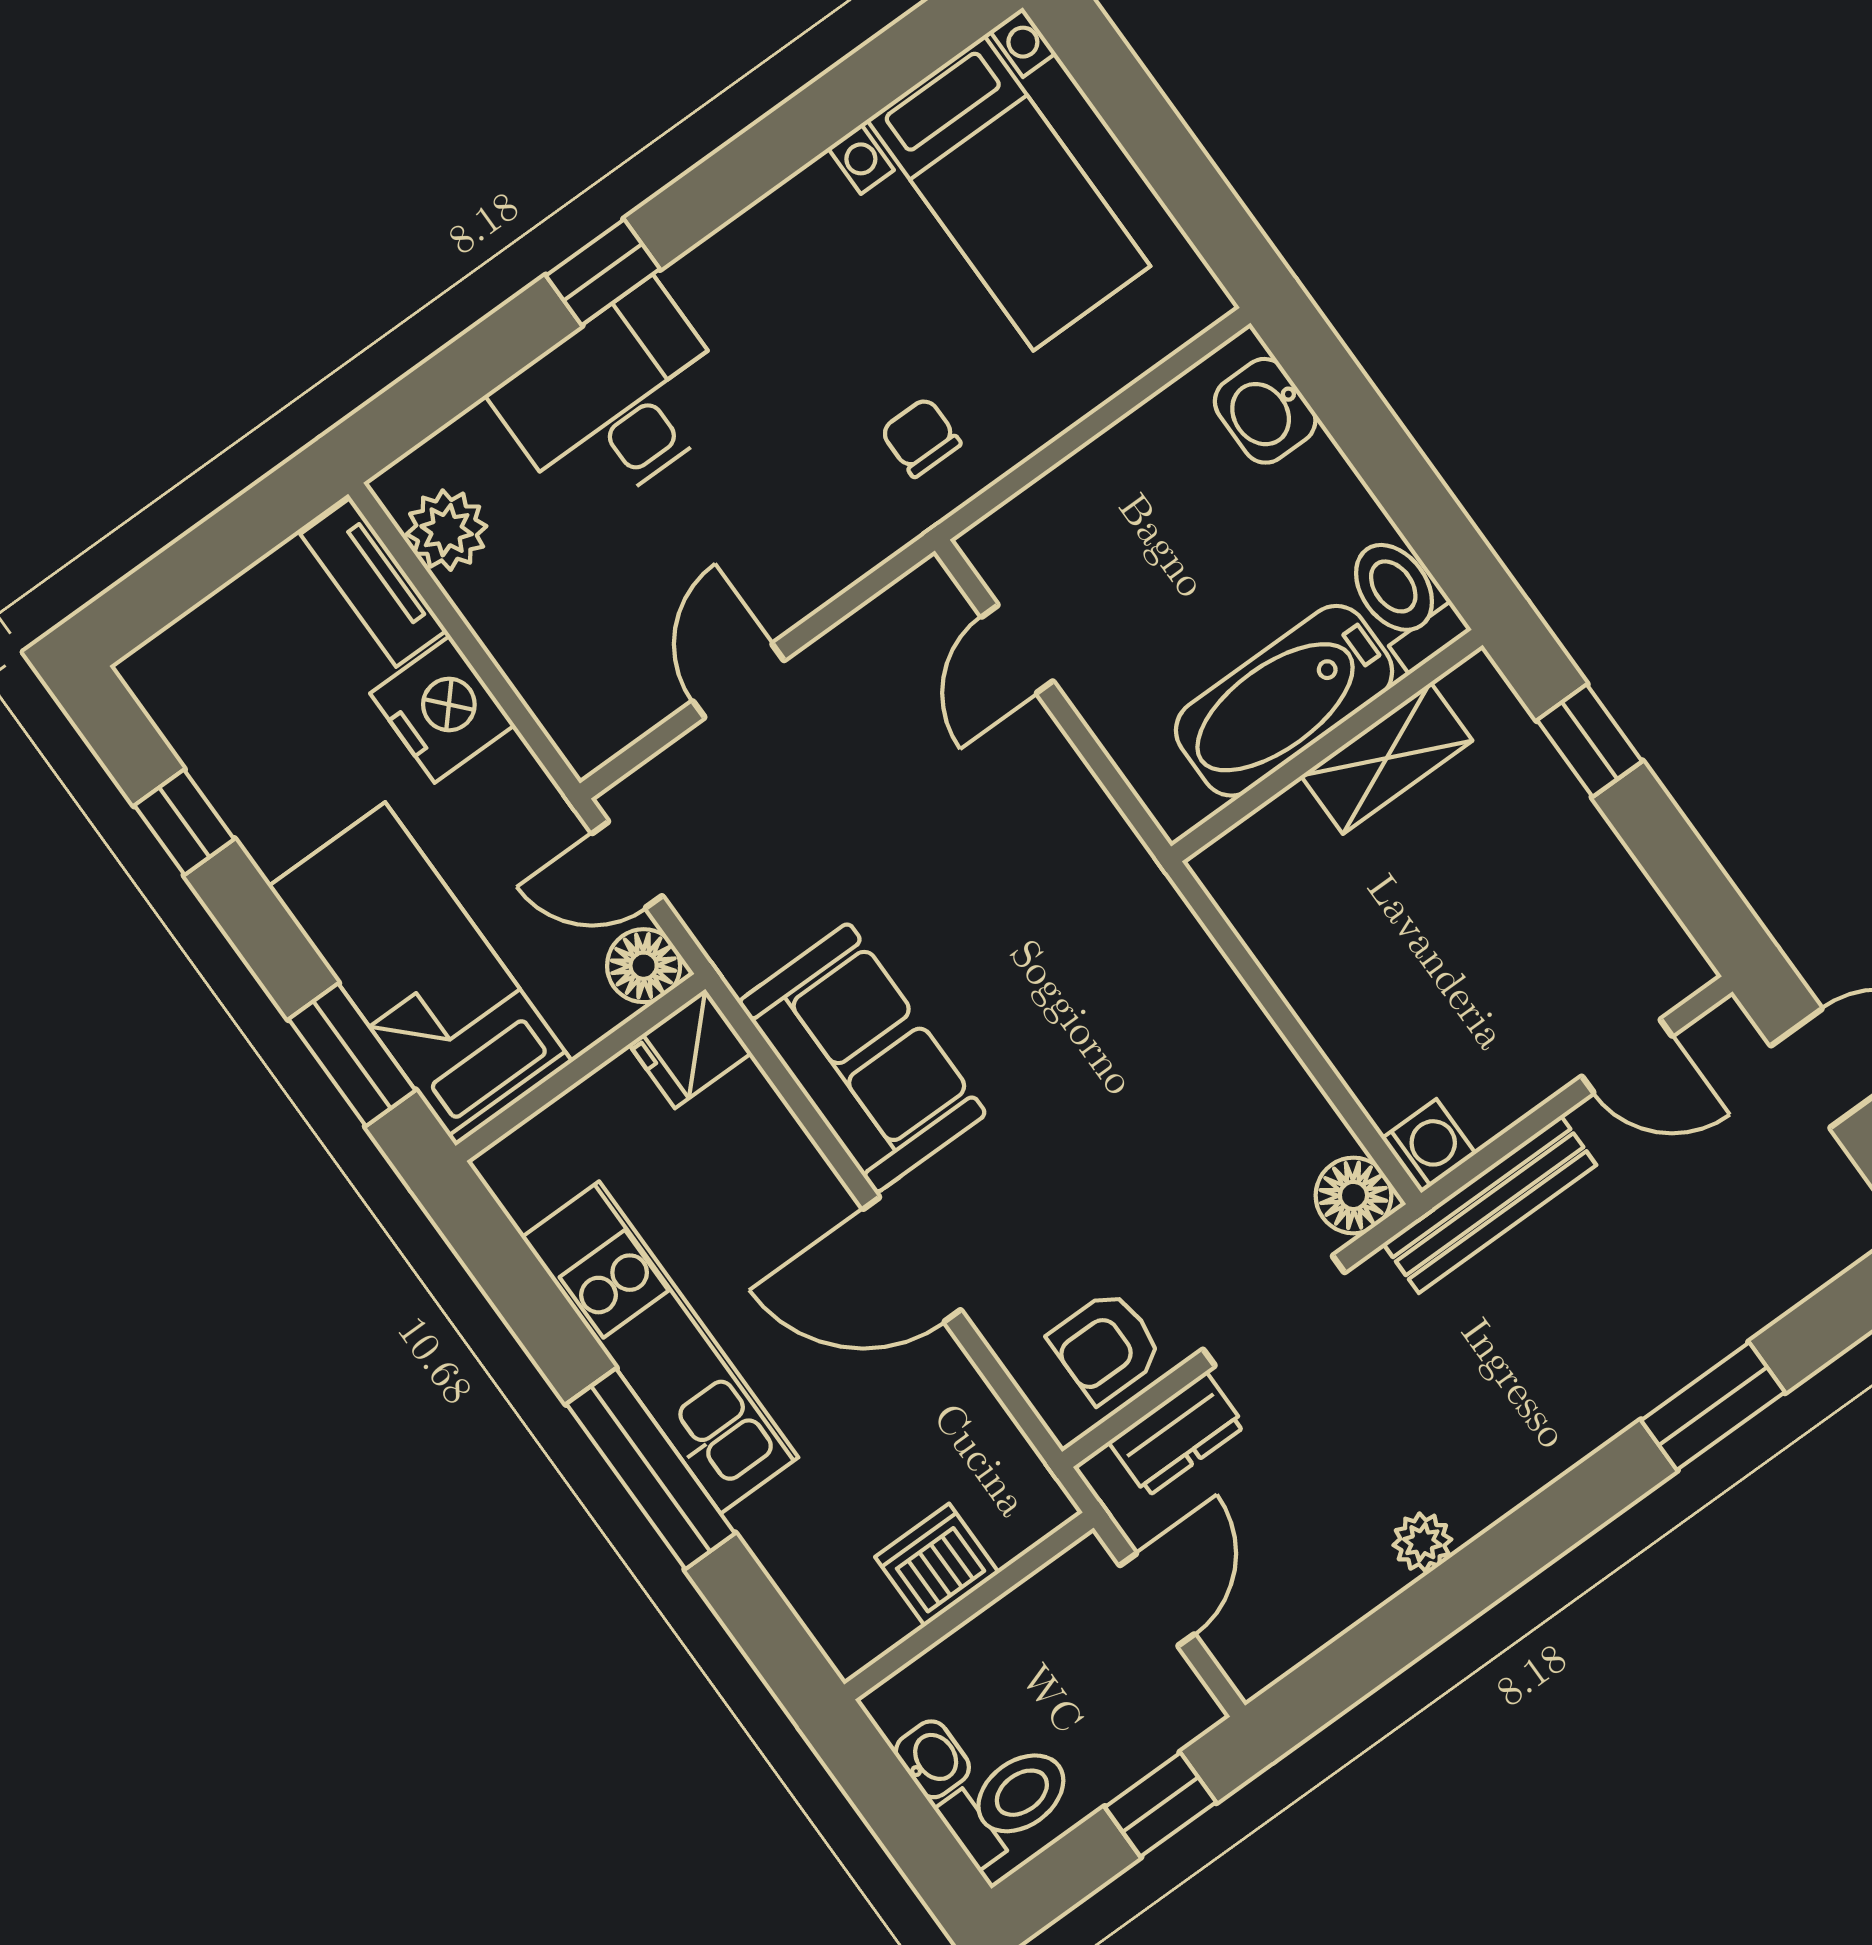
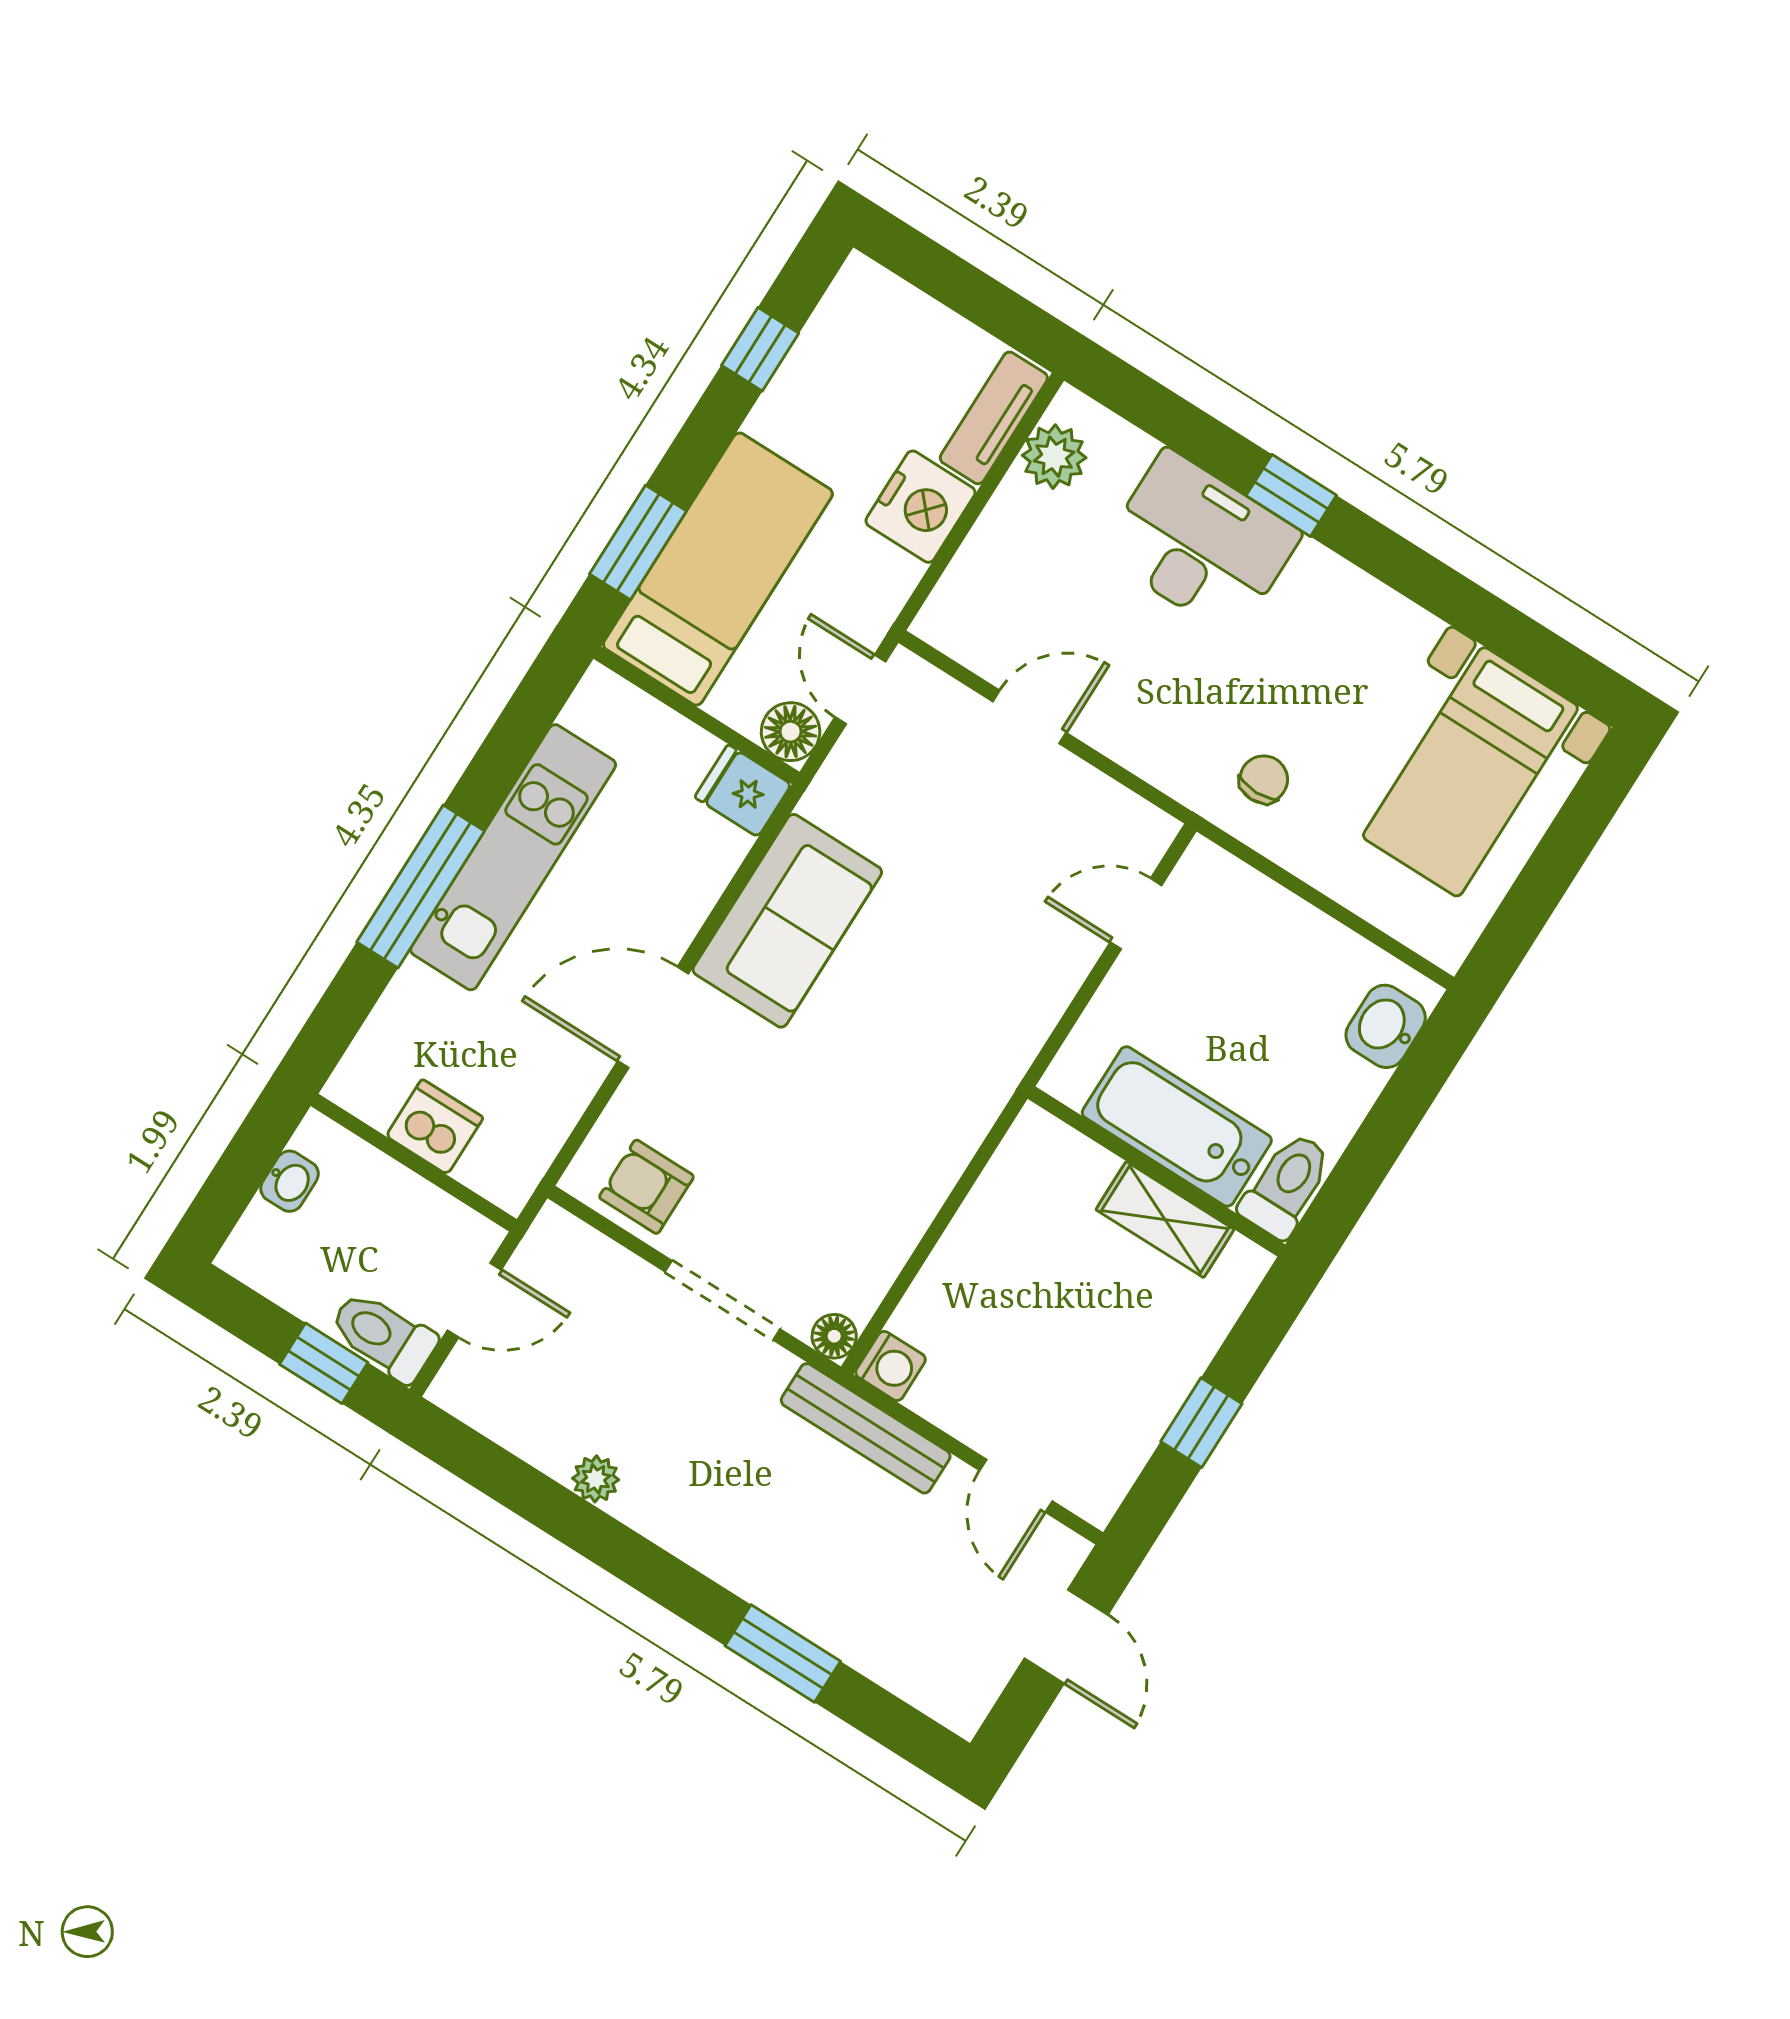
window: (1590, 741) -> (1201, 1423), moved
floor lamp: (1353, 1195) -> (834, 1336), width x0.73, depth x0.73
door: (912, 1260) -> (653, 1017), hinge flipped
dresser: (1177, 1434) -> (603, 1265), removed
toilet: (1007, 1803) -> (383, 1336), moved, turned 180

